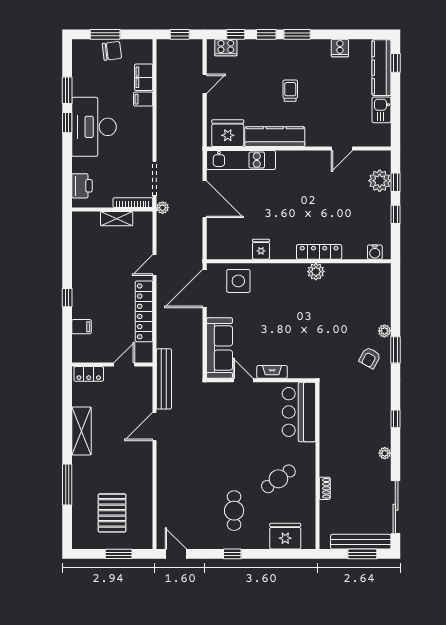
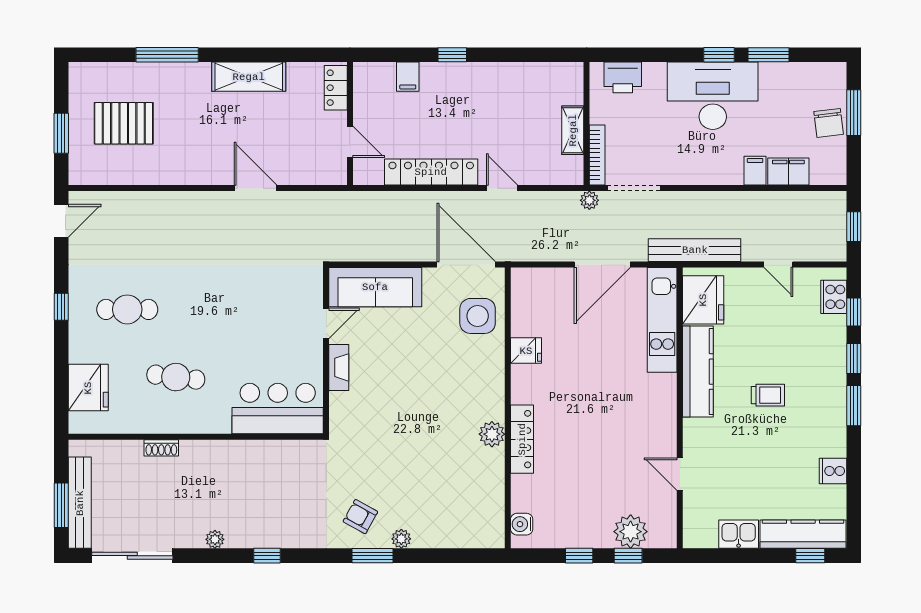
bench: (164, 379) -> (695, 250), moved
cafe table: (278, 479) -> (176, 377), turned -47

